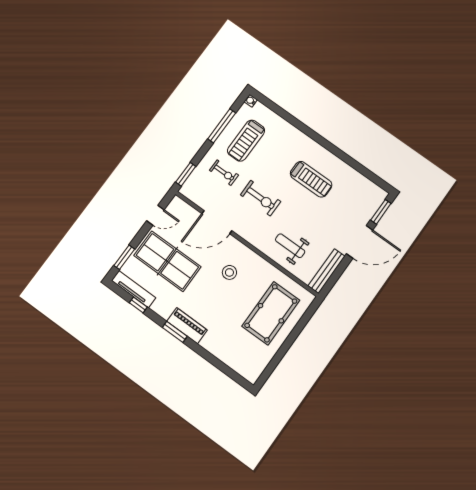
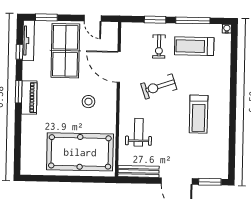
window: (186, 174) -> (155, 20), moved
exercise bike: (260, 198) -> (159, 87), turned 71
pool table: (271, 313) -> (80, 152), width x1.36, depth x1.32

